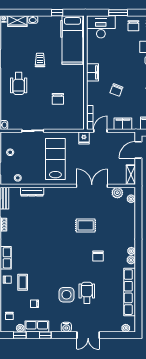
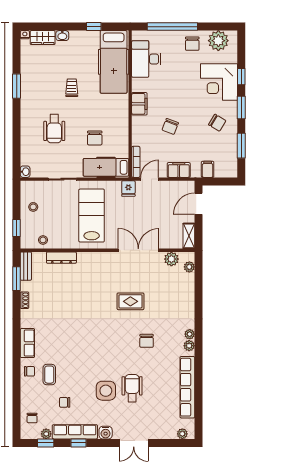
window: (118, 13) -> (172, 27), width x2.11
desk: (101, 27) -> (146, 59), moved, turned -90
wheelchair: (19, 84) -> (54, 129), moved
hospital bed: (67, 122) -> (106, 167), added
row of seats: (37, 327) -> (75, 432), width x1.48

